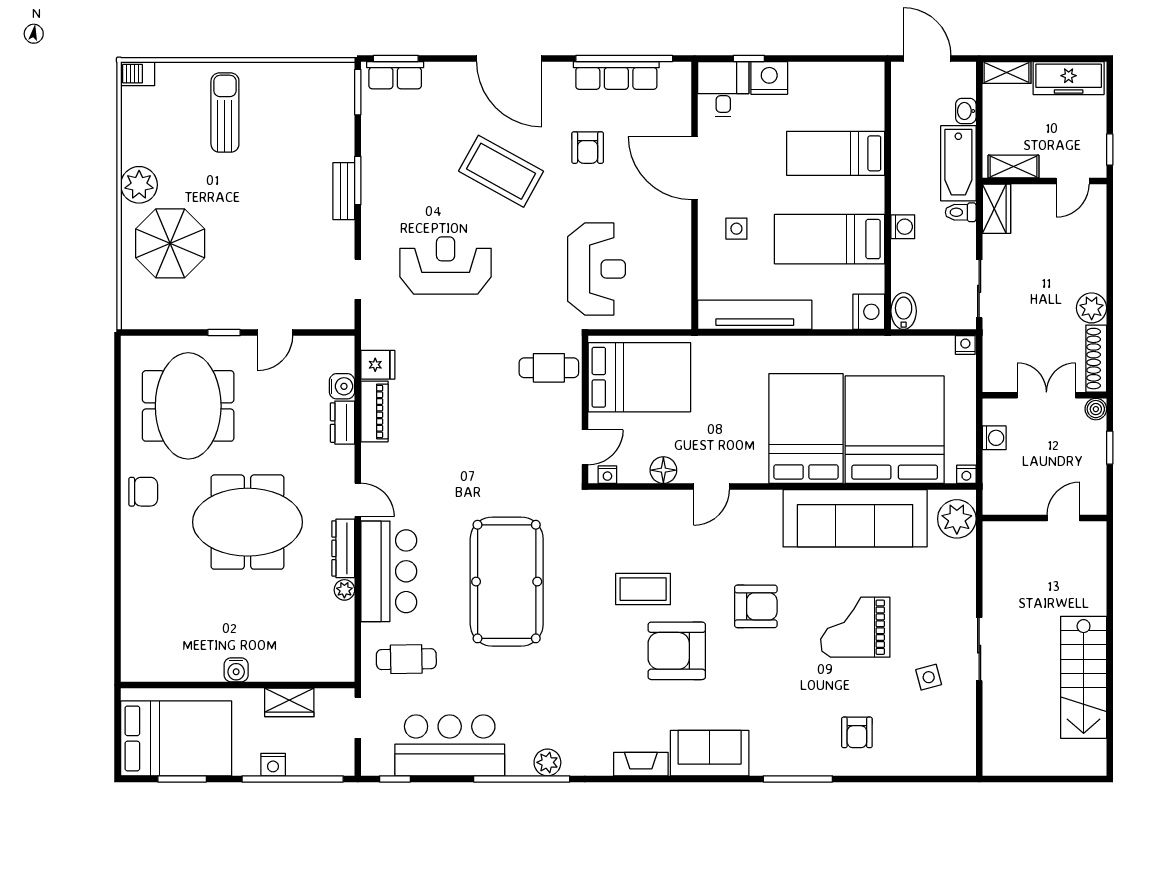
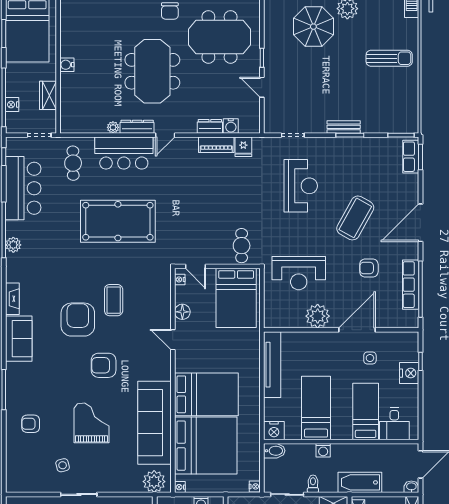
desk: (723, 89) -> (394, 424), moved, turned 90
washbasin: (966, 111) -> (411, 487), moved
toilet: (961, 212) -> (313, 484), moved
side table: (736, 229) -> (370, 358), moved
plant: (671, 236) -> (318, 316), added
armchair: (756, 606) -> (104, 365), turned 90
nightstand: (273, 765) -> (12, 105), moved

